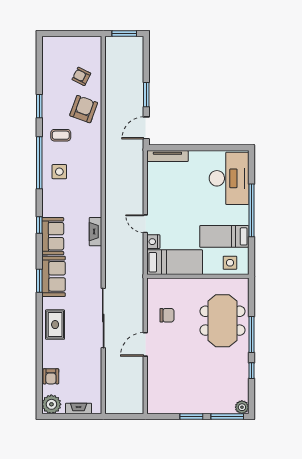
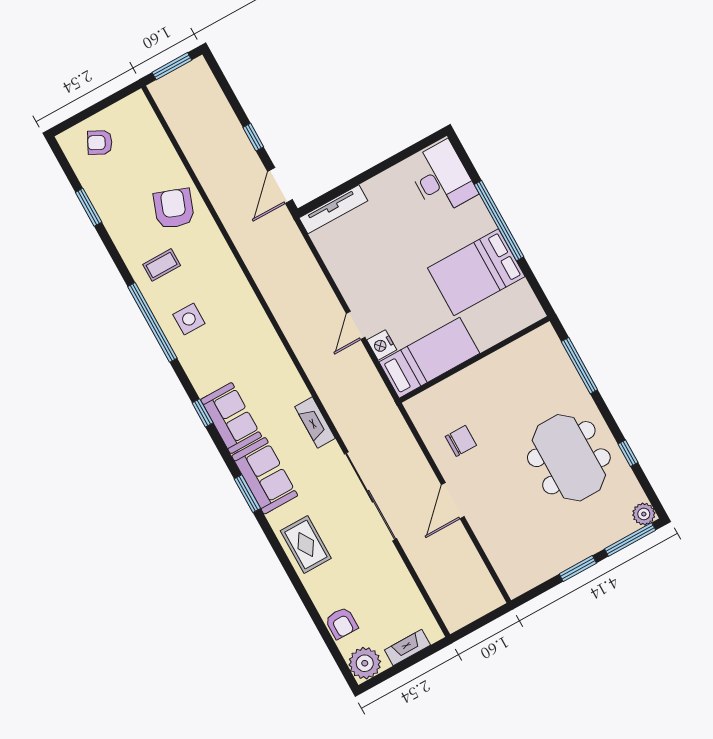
armchair: (81, 76) -> (100, 143), moved
window: (146, 95) -> (253, 137), width x0.67
window: (39, 106) -> (89, 207), moved
desk: (229, 178) -> (442, 178), width x0.73, depth x0.77
door: (145, 224) -> (356, 325), hinge flipped
fireplace: (96, 232) -> (315, 423), moved
bed: (224, 236) -> (476, 272), width x1.50
side table: (230, 263) -> (510, 314), removed
meeting table: (222, 321) -> (569, 458), moved
window: (251, 334) -> (579, 366), moved

